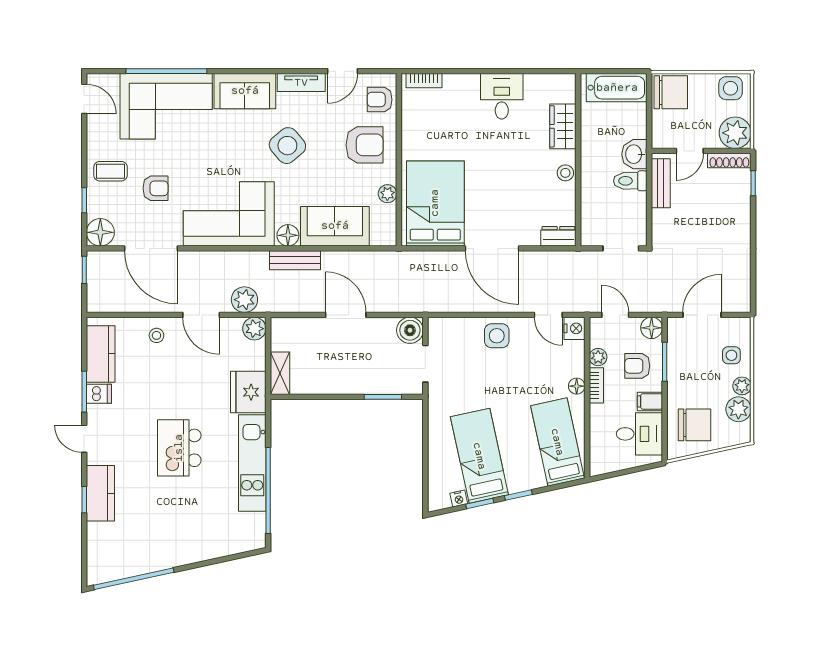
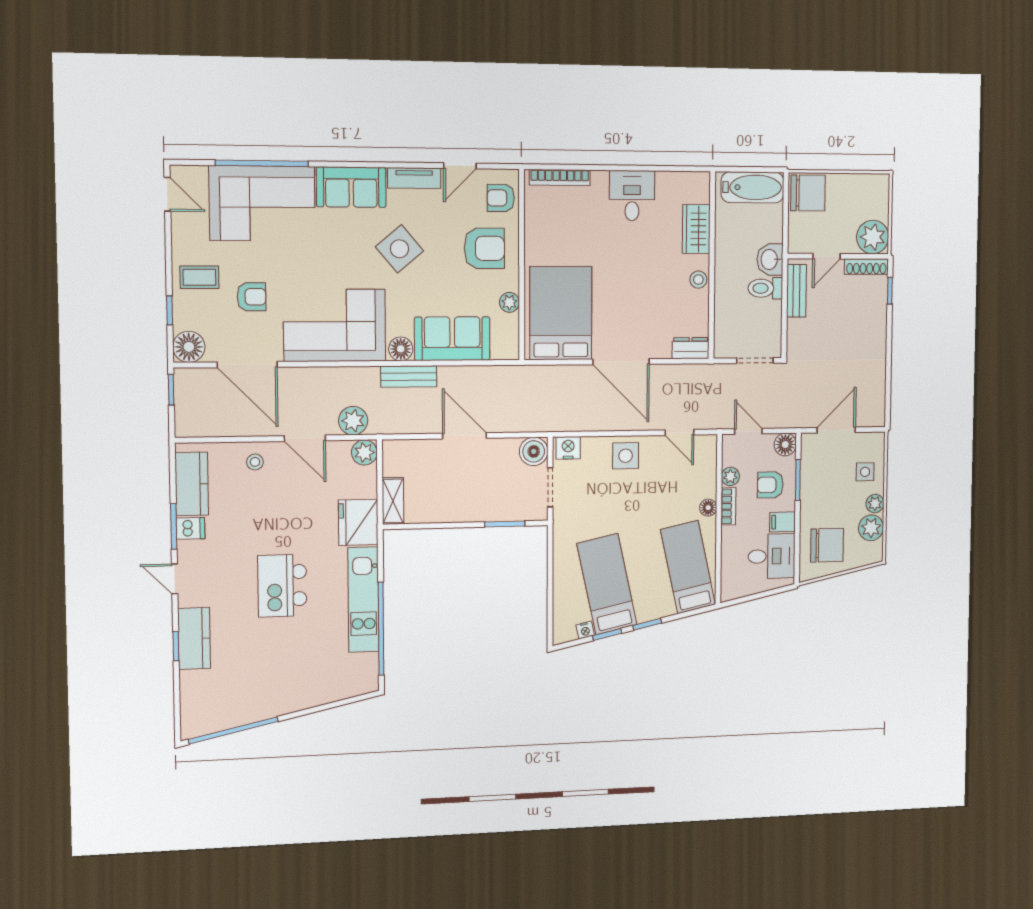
bookcase: (424, 81) -> (560, 177), width x1.56
side table: (731, 88) -> (869, 189), removed
nightstand: (574, 328) -> (568, 448), moved, turned -90

